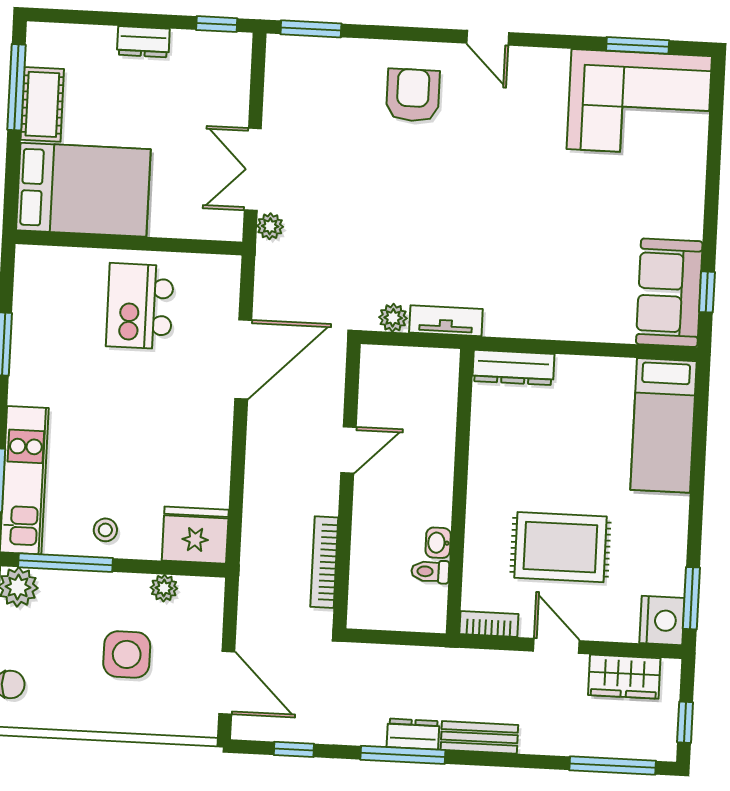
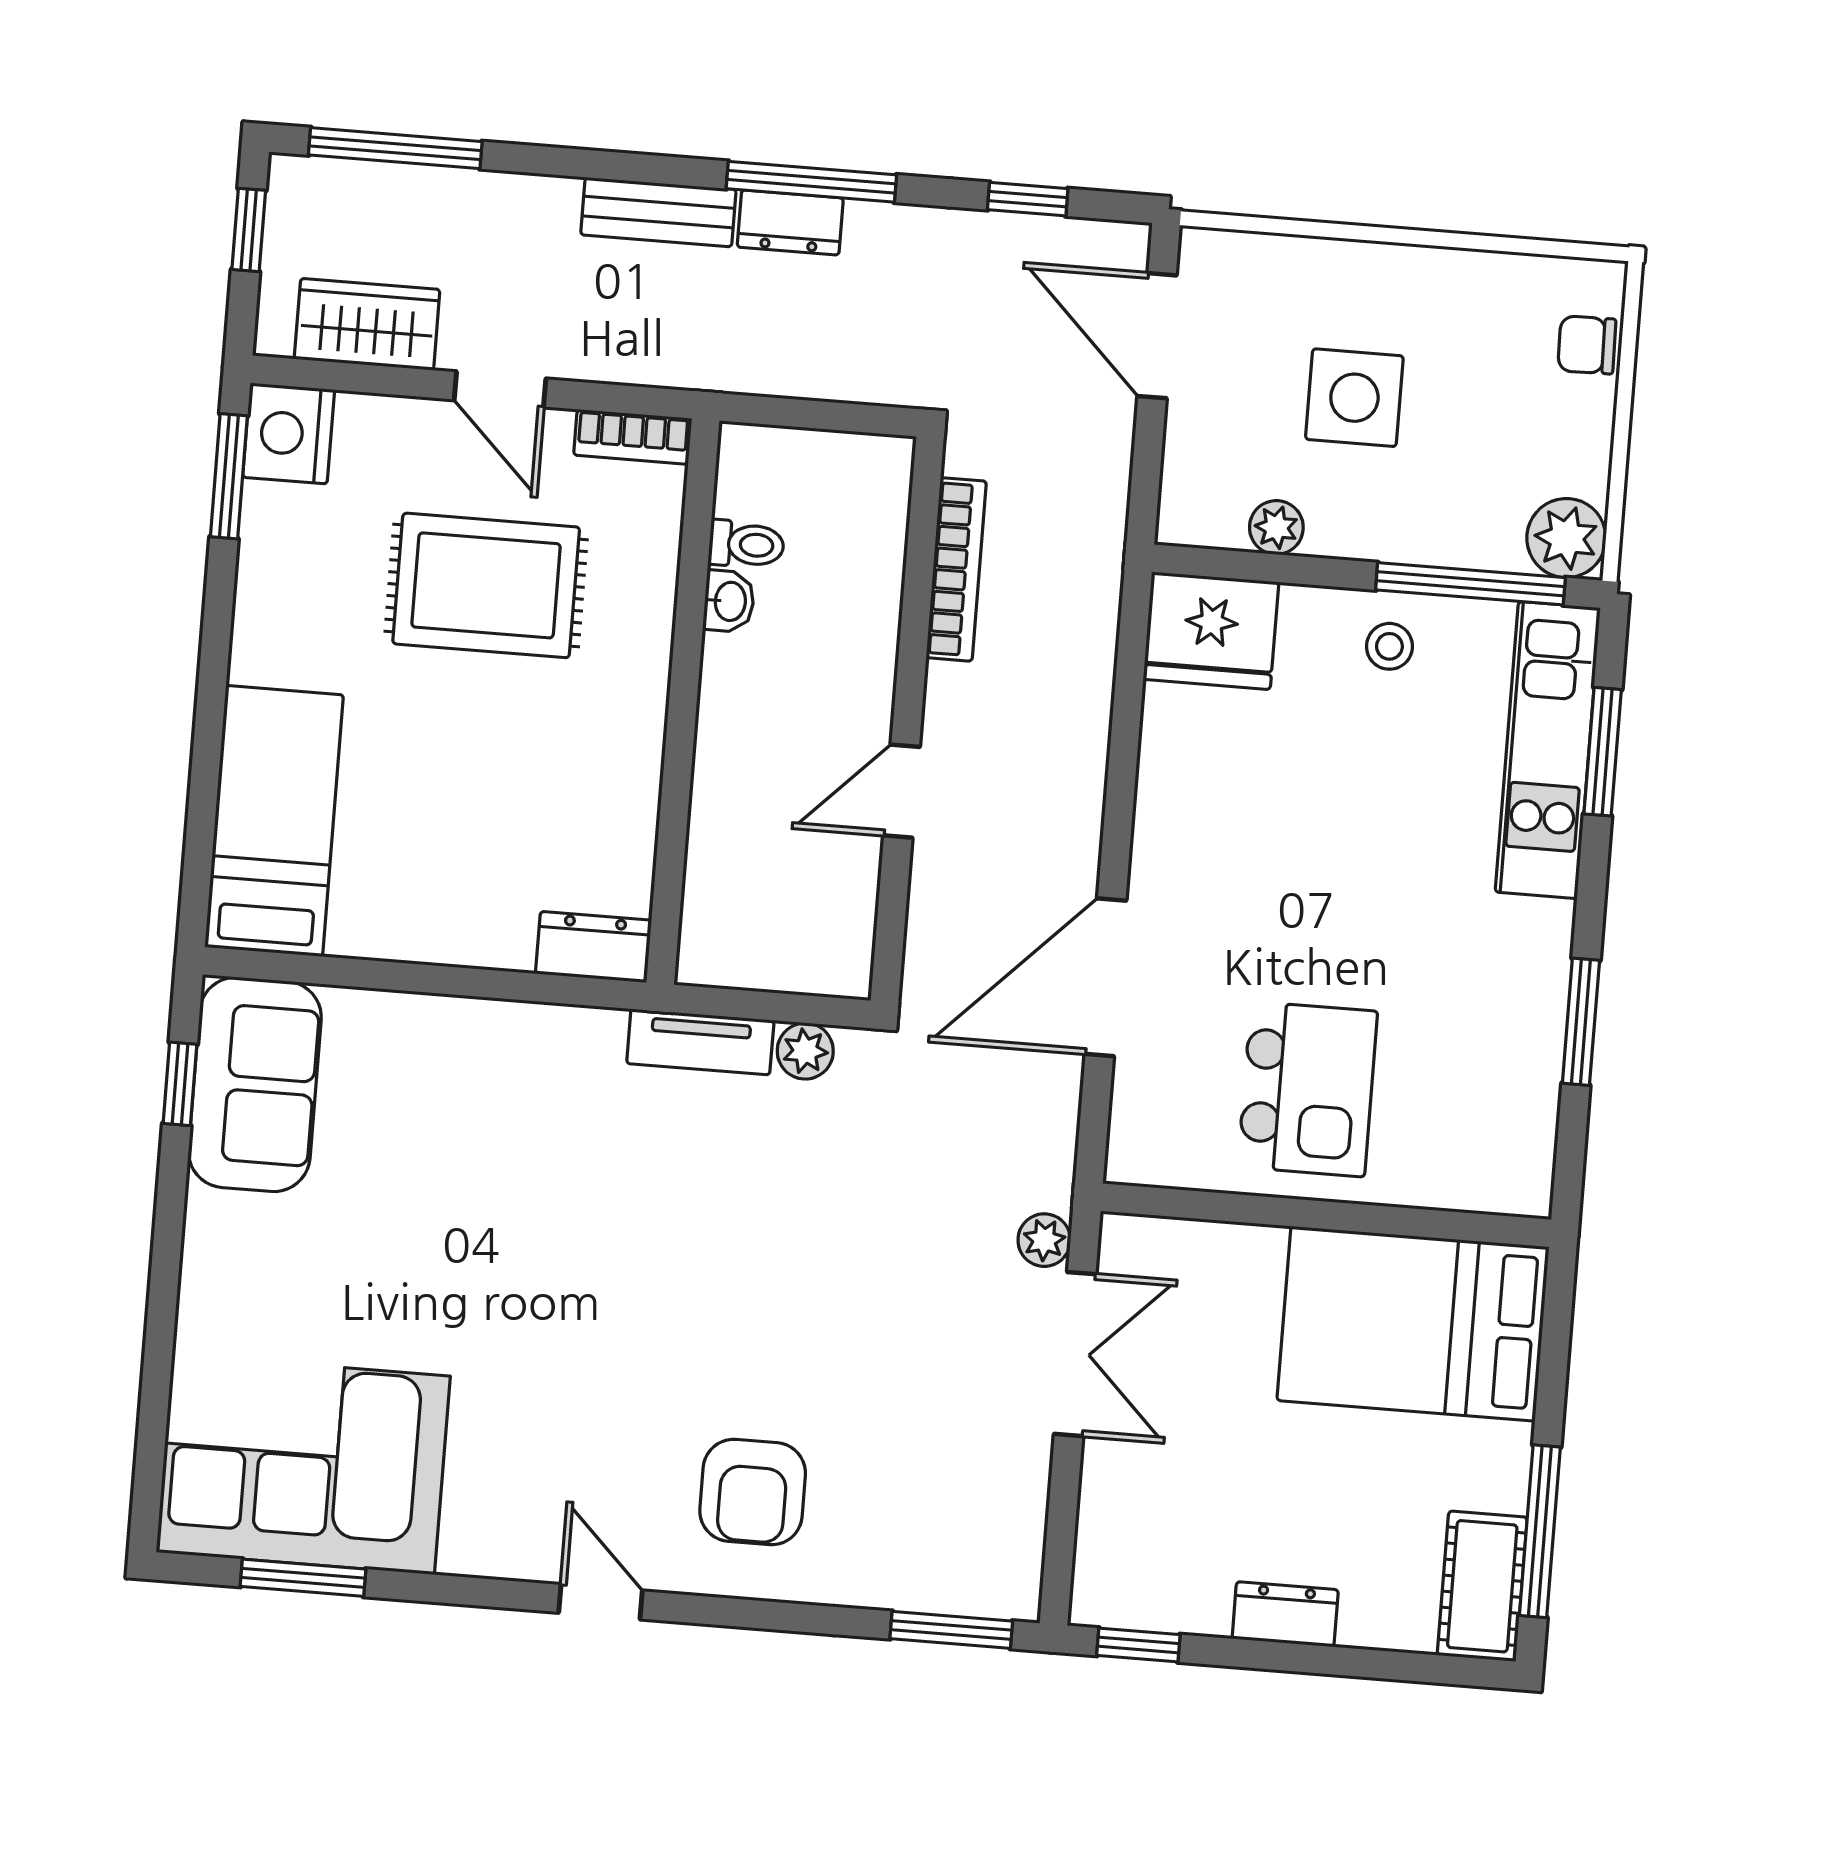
cot: (42, 104) -> (1482, 1586), moved
dresser: (513, 368) -> (594, 947), width x0.70

